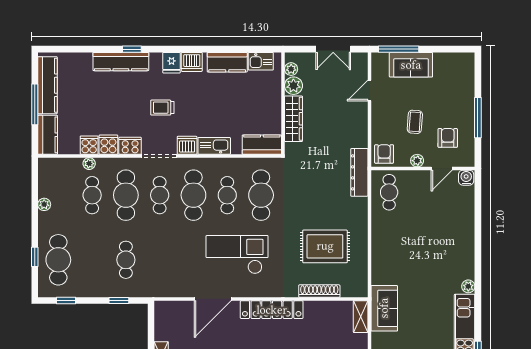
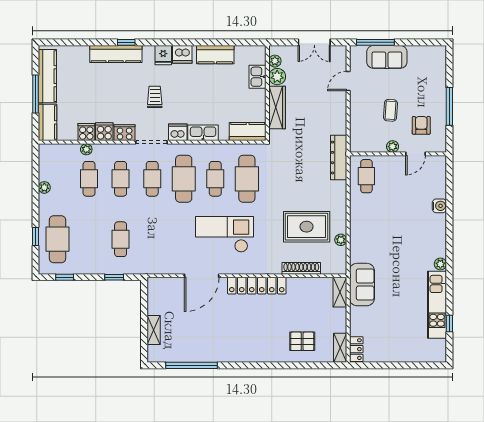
kitchen sink: (261, 61) -> (258, 77), moved, turned 90
trolley: (162, 108) -> (155, 97), turned 90
armchair: (384, 154) -> (362, 140), removed
water cooler: (466, 178) -> (439, 206), moved, turned 90
cafe table: (126, 195) -> (121, 179), width x0.73, depth x0.74
plant: (362, 260) -> (341, 240), added

